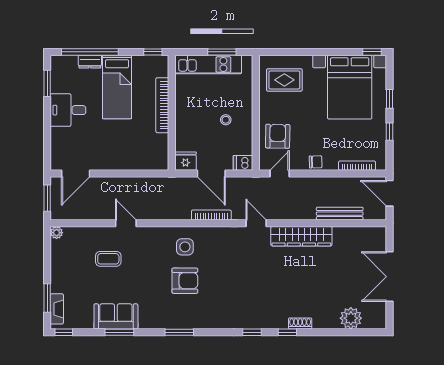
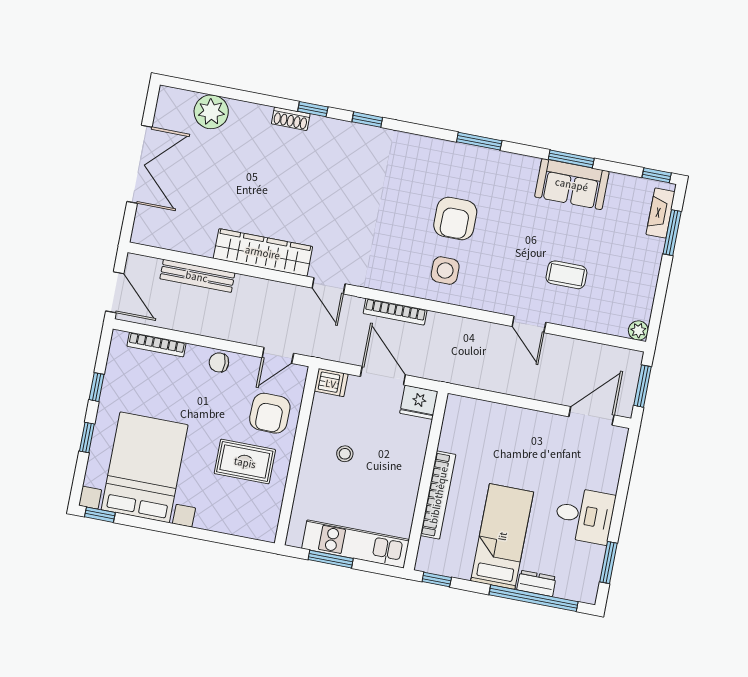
rug: (284, 80) -> (245, 462), moved
armchair: (185, 281) -> (455, 218), turned -90

